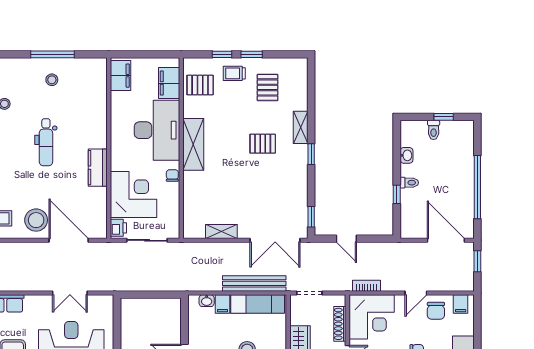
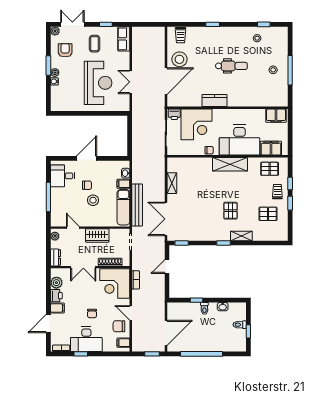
pallet: (200, 85) -> (270, 169), turned 90
dental chair: (46, 142) -> (231, 66), turned 180

